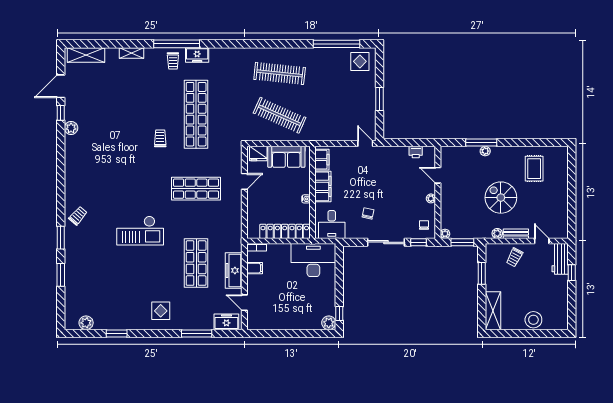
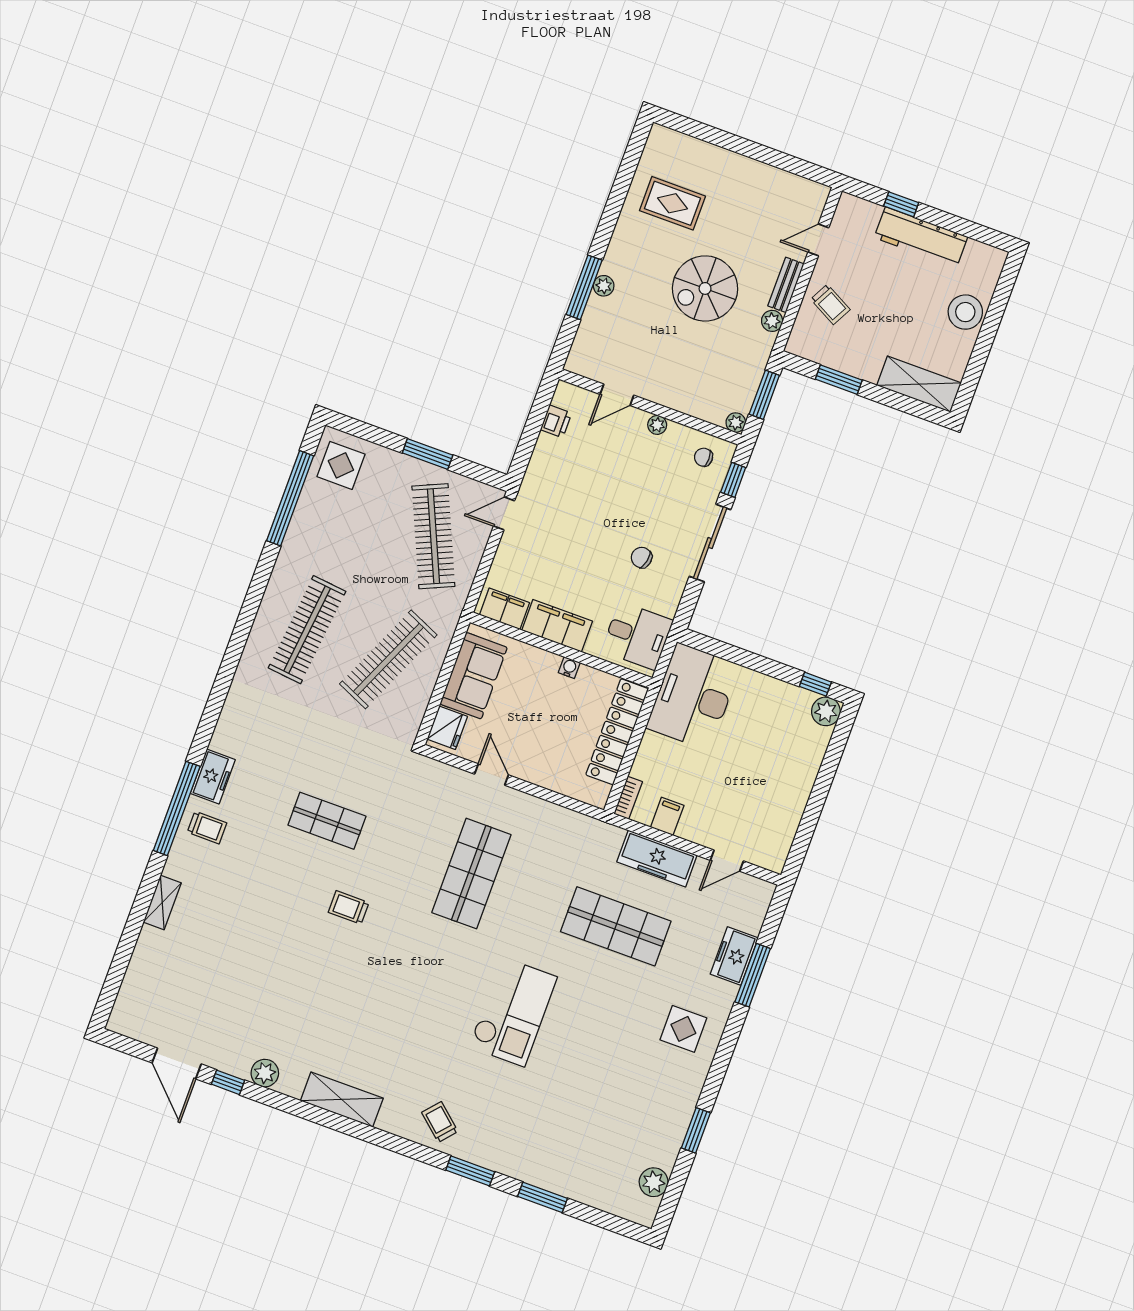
shelving: (86, 55) -> (342, 1099), moved, turned 90
shop shelf: (196, 114) -> (327, 821), width x0.50, depth x0.74
clothes rail: (343, 115) -> (433, 536), added
workbench: (560, 259) -> (921, 237), moved, width x1.38
freezer: (226, 322) -> (734, 956), moved

